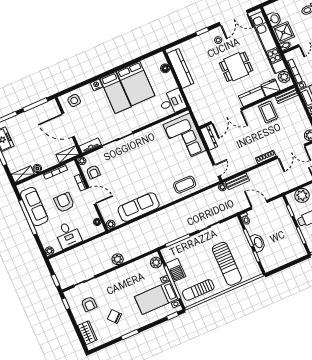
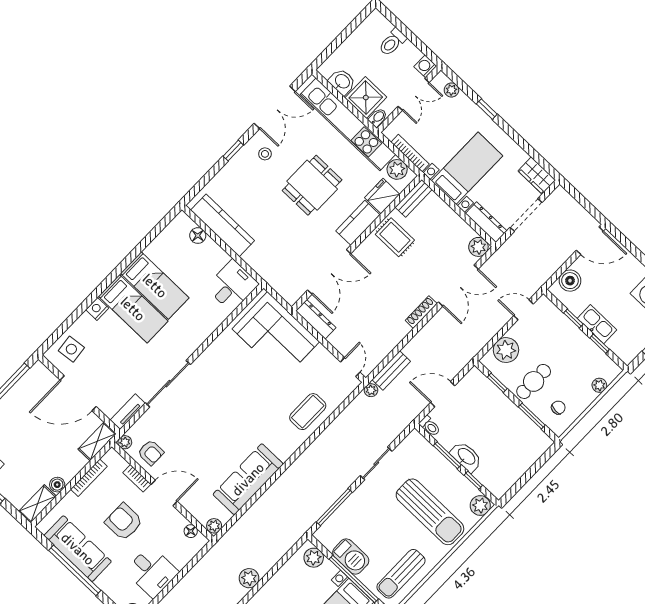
bed: (136, 84) -> (155, 286), width x0.67
plant: (255, 271) -> (480, 506), added

